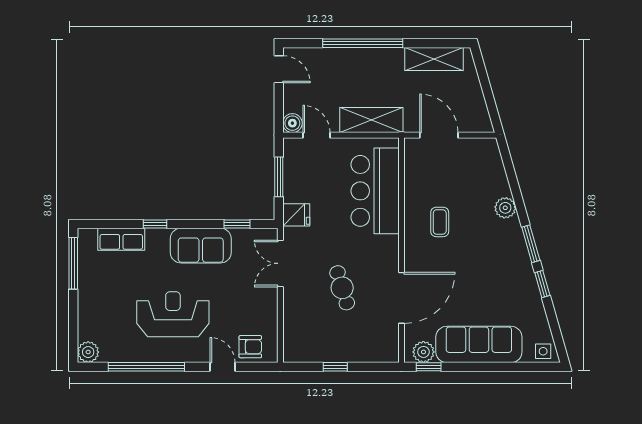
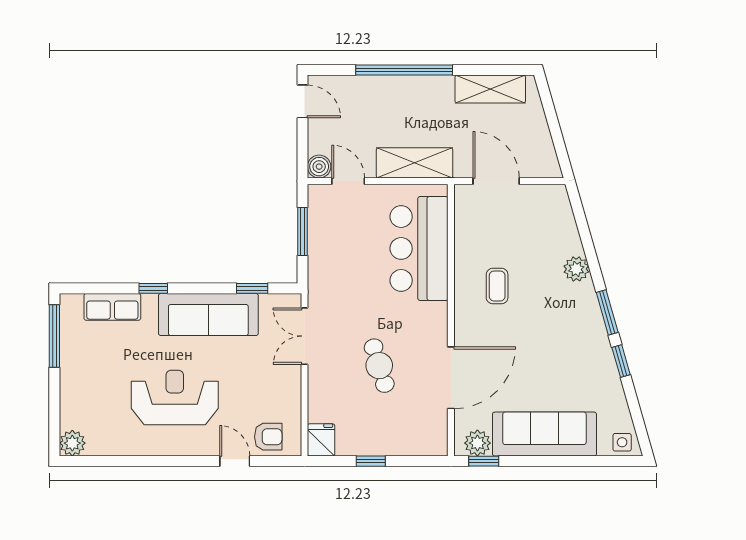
fridge: (296, 215) -> (321, 440), moved, turned -90
sofa: (201, 246) -> (208, 314), width x1.36
window: (146, 367) -> (143, 461), removed

